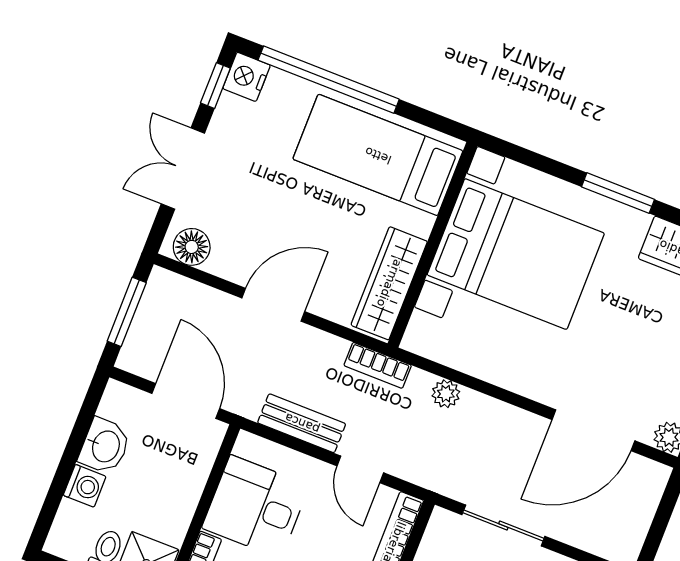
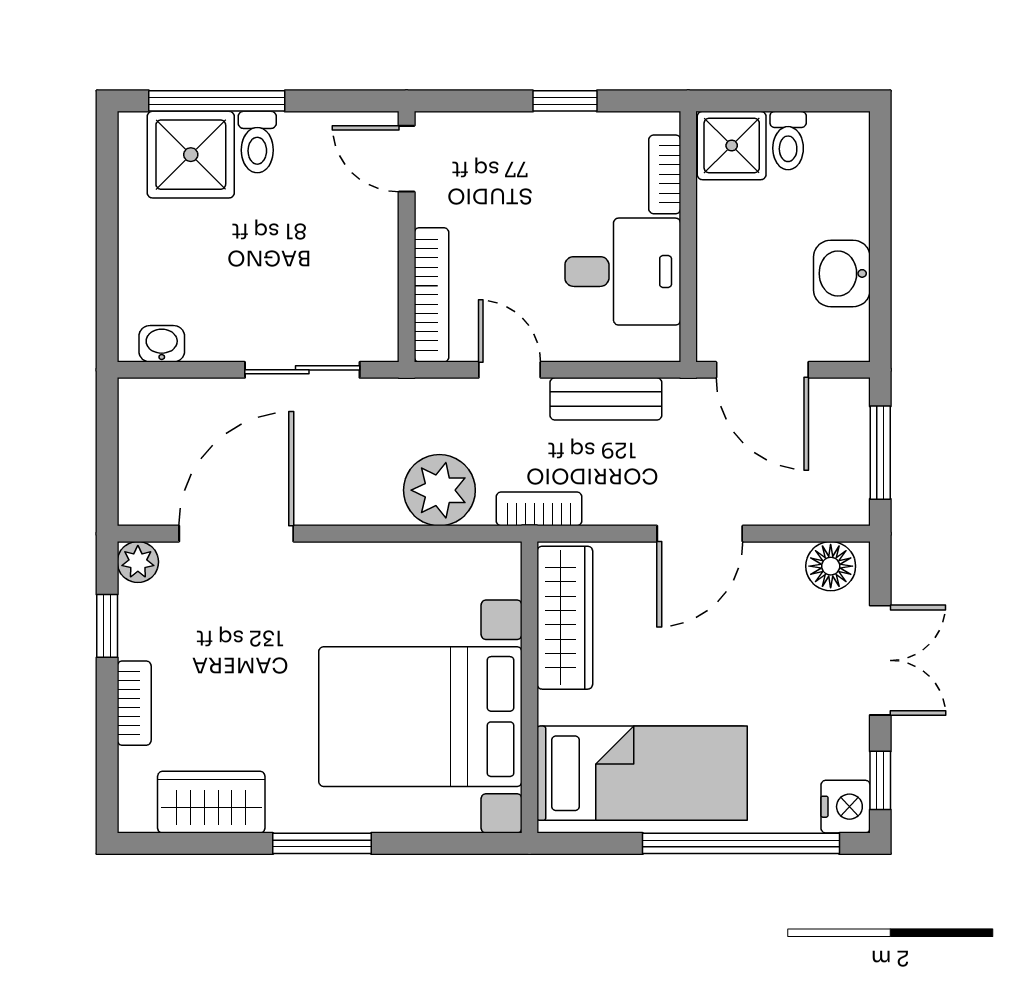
plant: (446, 394) -> (439, 490), width x1.87, depth x1.87
washing machine: (85, 486) -> (848, 214), removed

